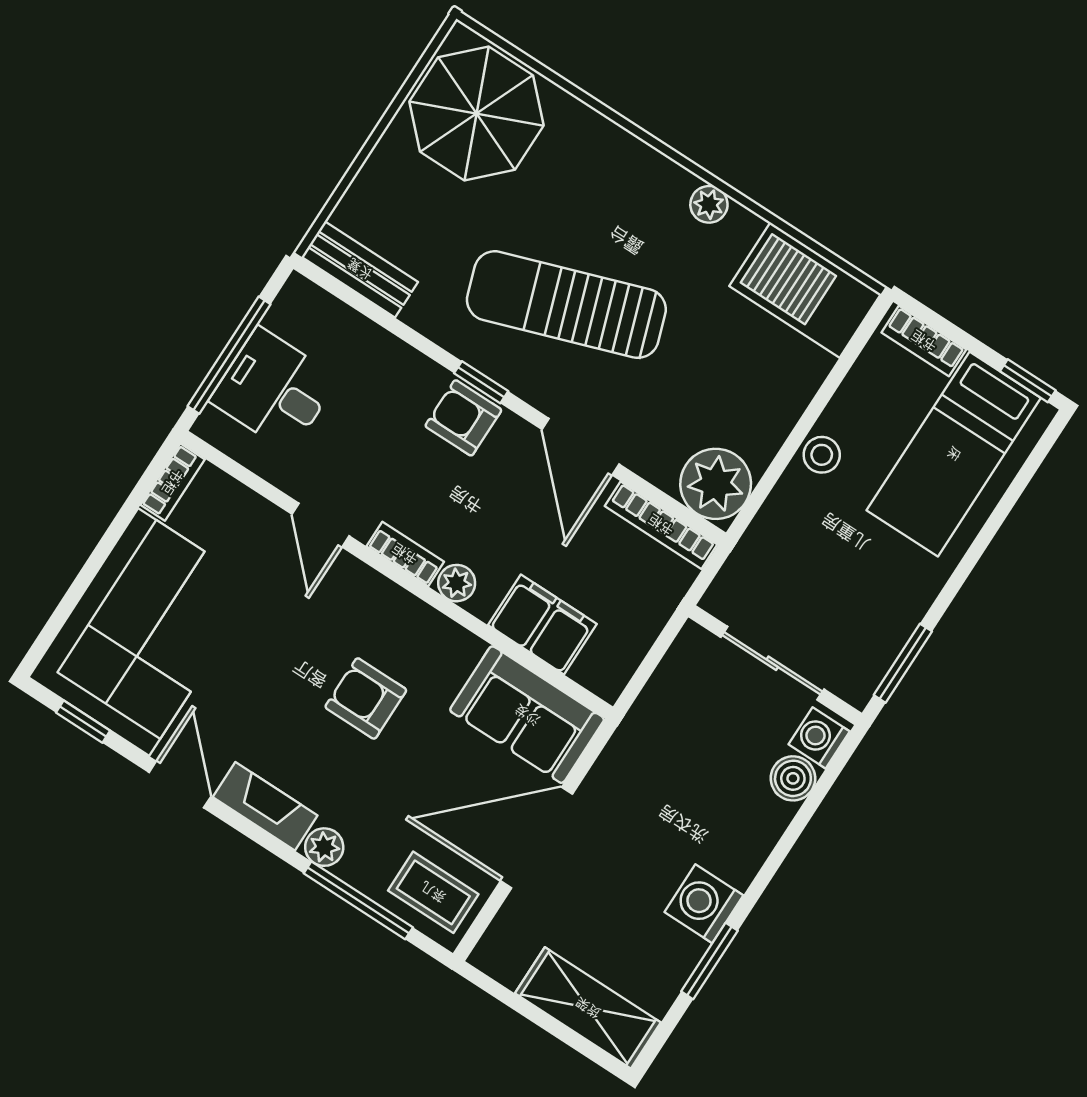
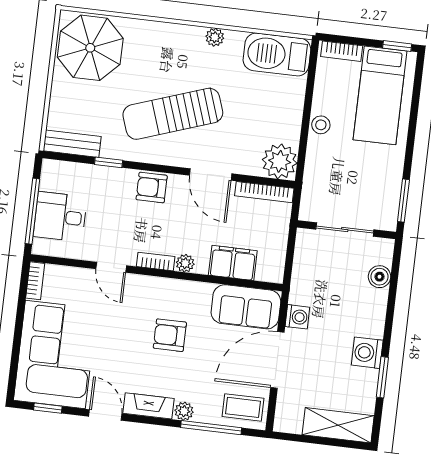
window: (481, 382) -> (109, 162), moved
washing machine: (819, 738) -> (297, 317), moved, turned 180

